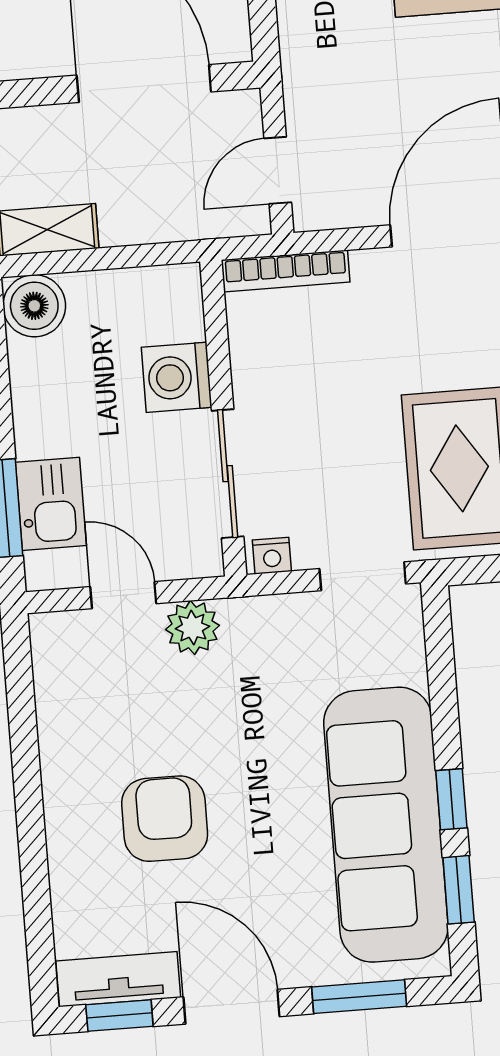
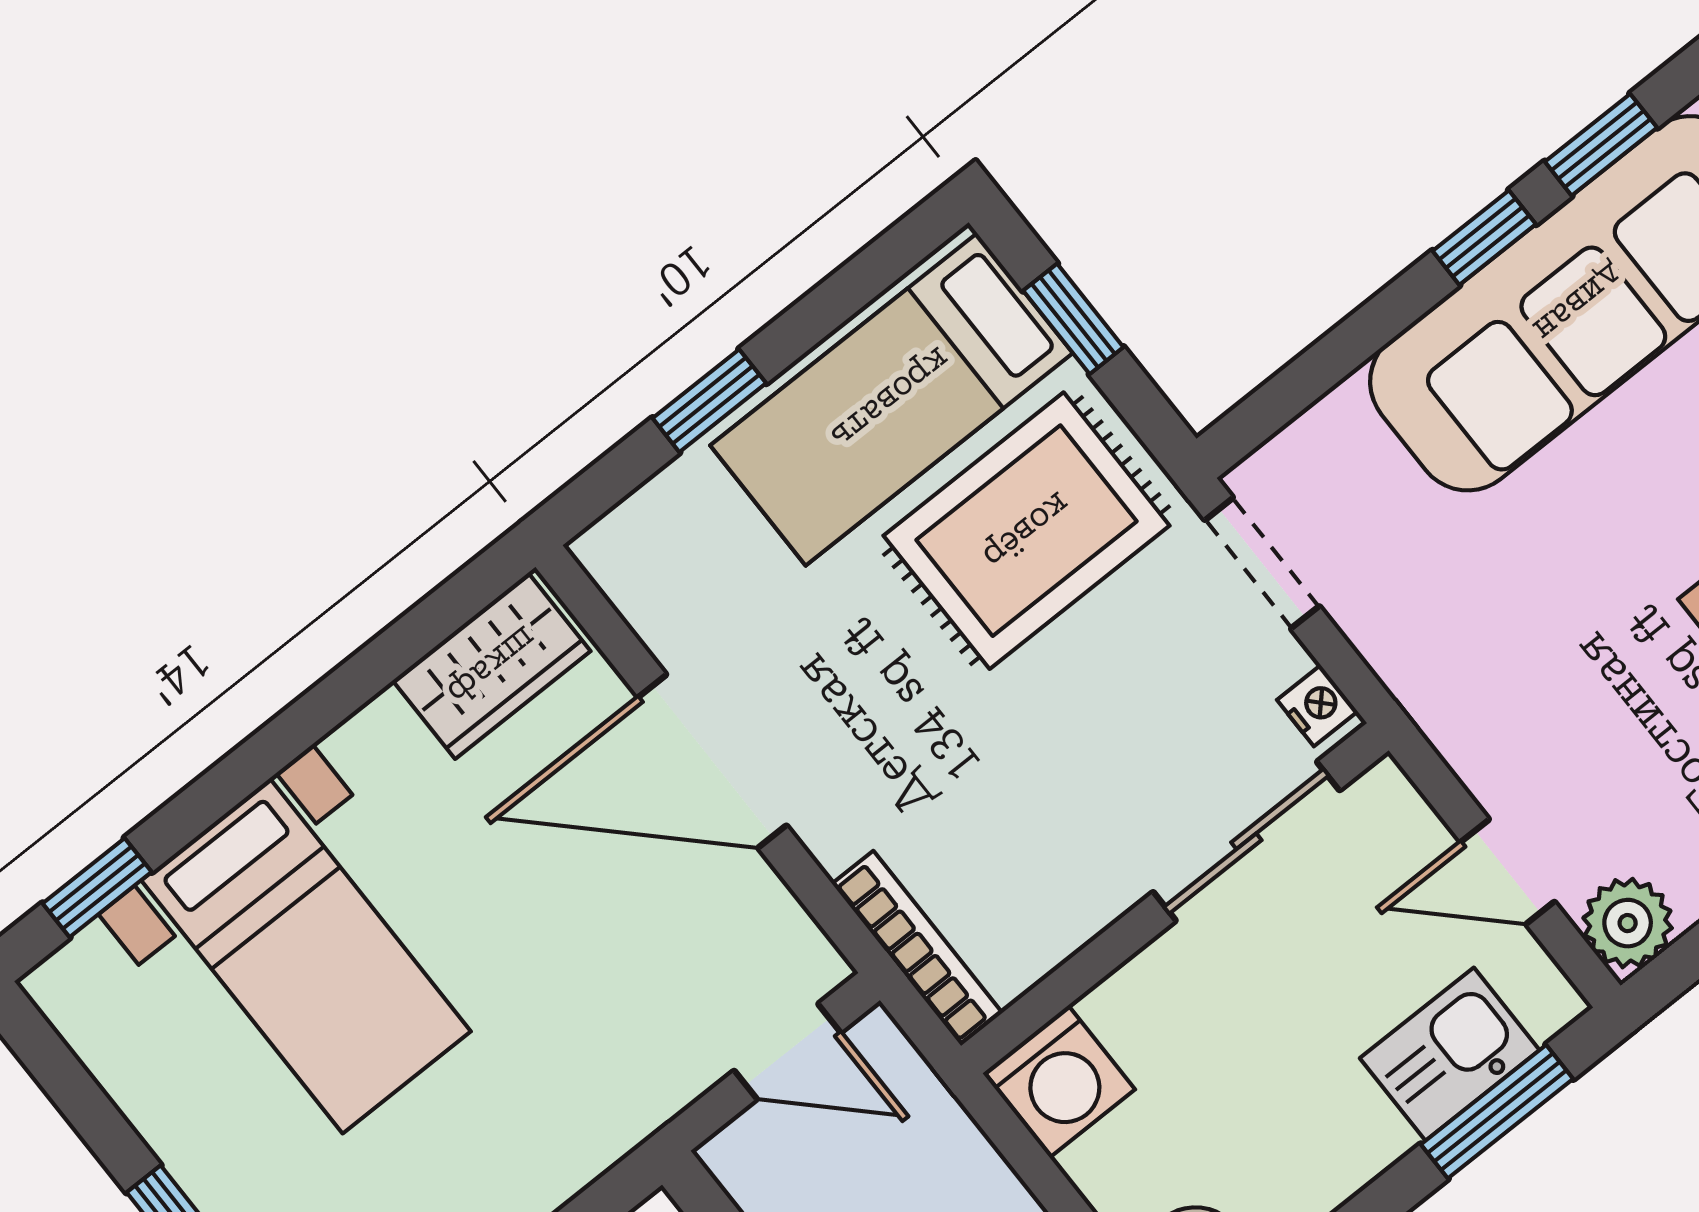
washing machine: (177, 377) -> (1059, 1081), moved
door: (123, 595) -> (1508, 872), hinge flipped
plant: (192, 628) -> (1628, 923), moved

